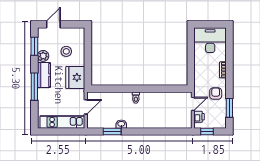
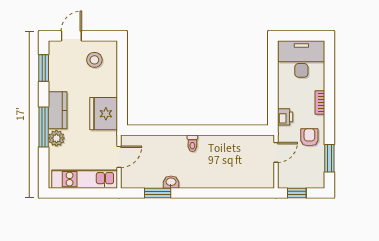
stool: (66, 51) -> (94, 60), moved
plant: (43, 56) -> (56, 138), moved
printer: (199, 117) -> (285, 117), moved

